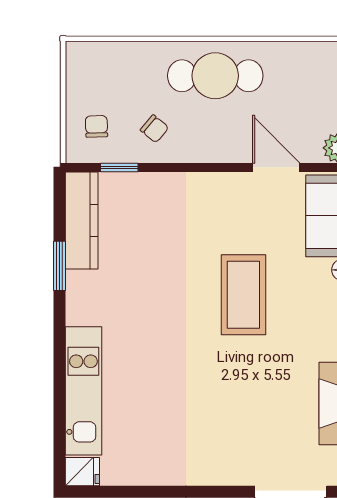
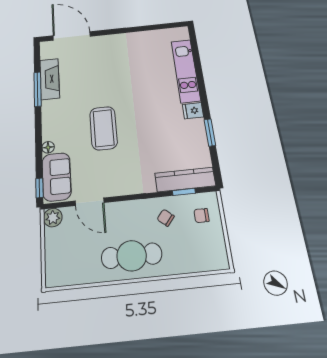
chair: (96, 126) -> (201, 216), turned 92
kitchen counter: (82, 221) -> (185, 179), moved, turned 90
fridge: (82, 472) -> (193, 111), moved

